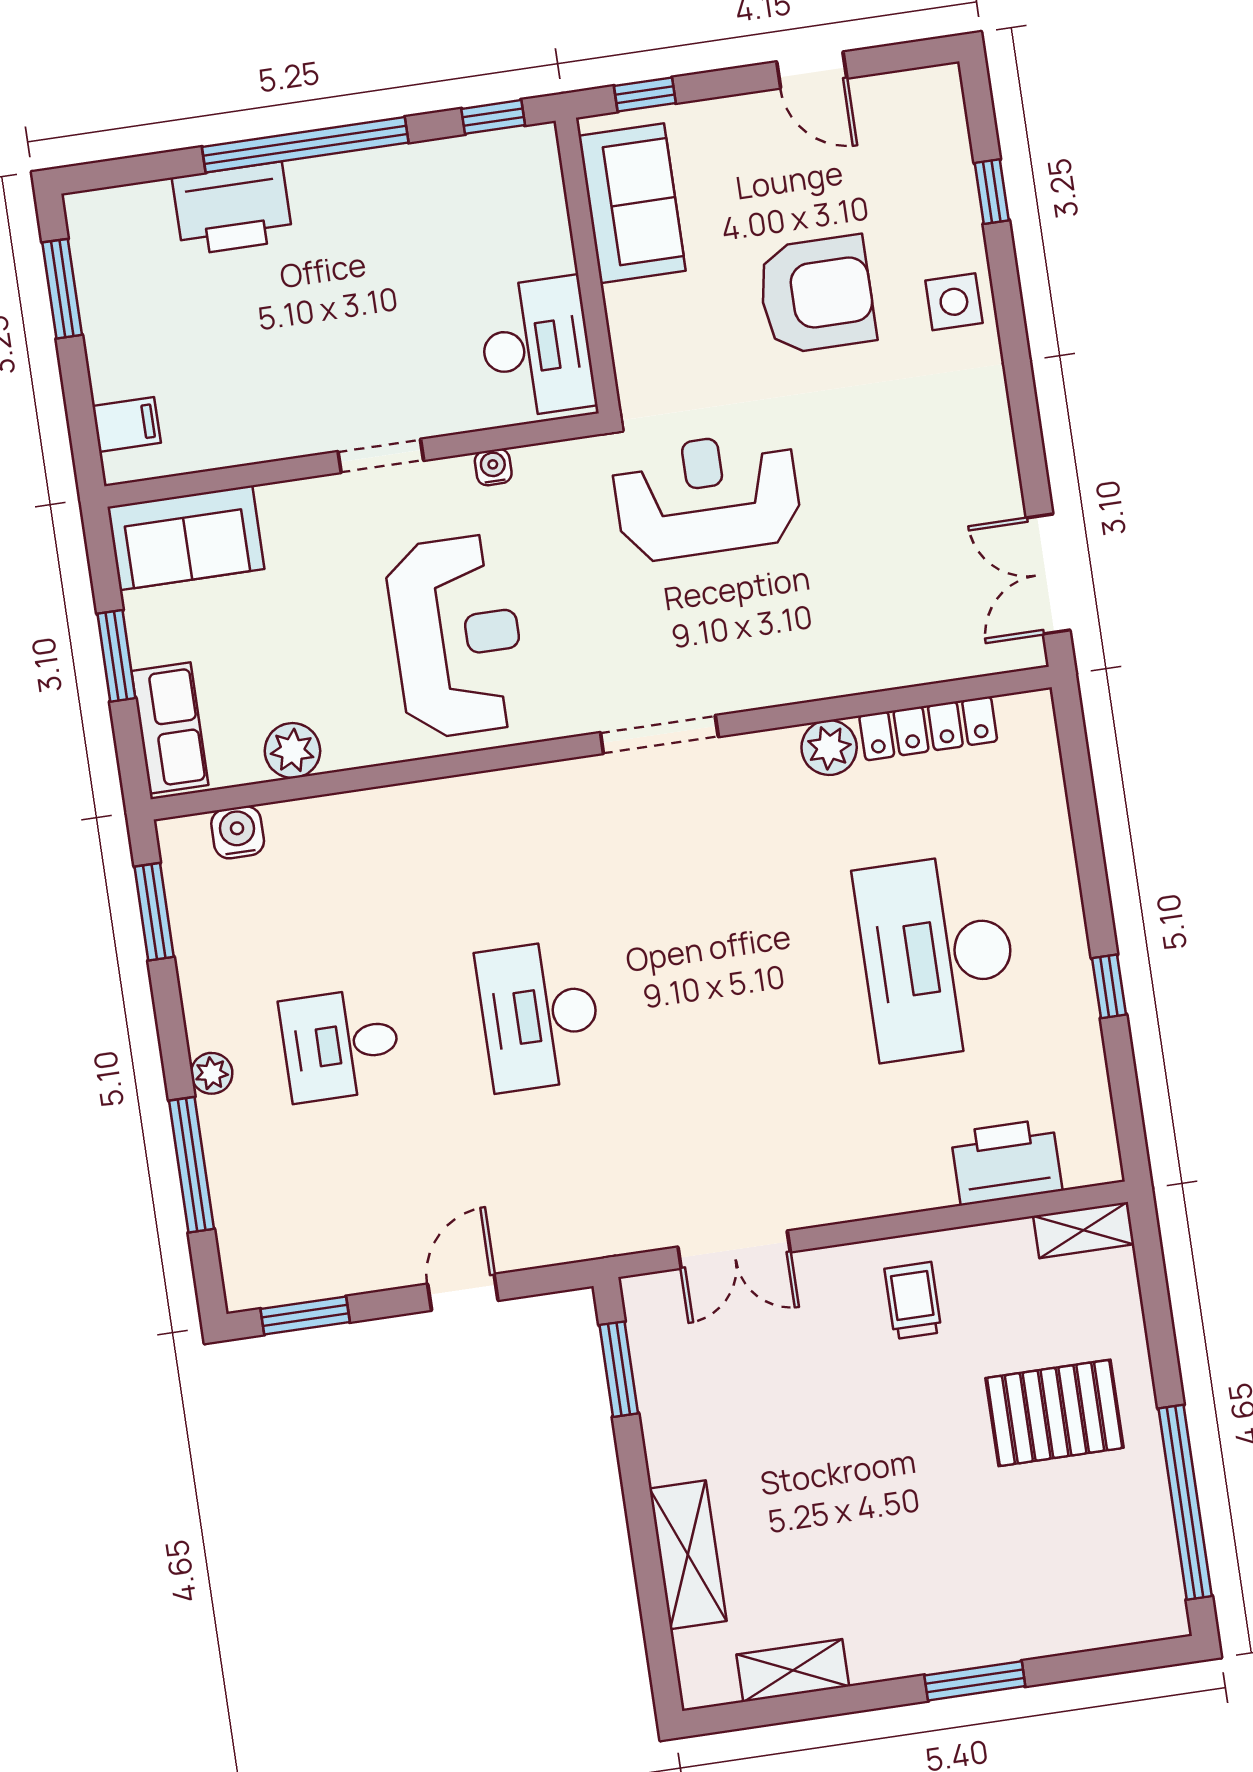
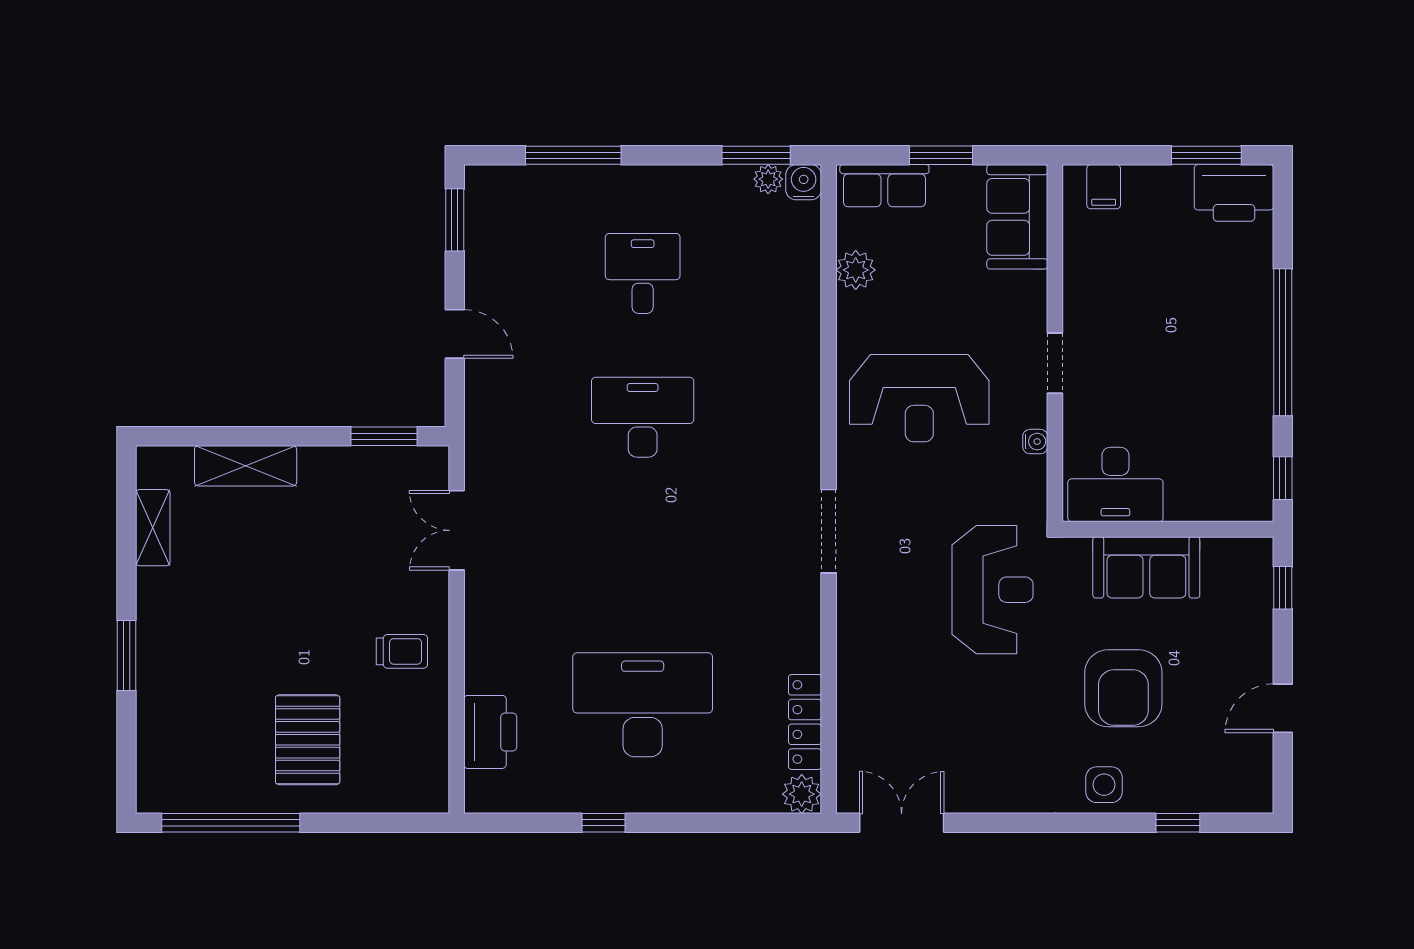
sofa: (632, 203) -> (1146, 567), moved
printer: (232, 209) -> (1234, 193), moved, turned -90
plant: (829, 748) -> (802, 794), moved
water cooler: (238, 832) -> (804, 182), moved, turned -90
plant: (212, 1073) -> (768, 179), moved
shelving: (1084, 1230) -> (434, 779), removed

